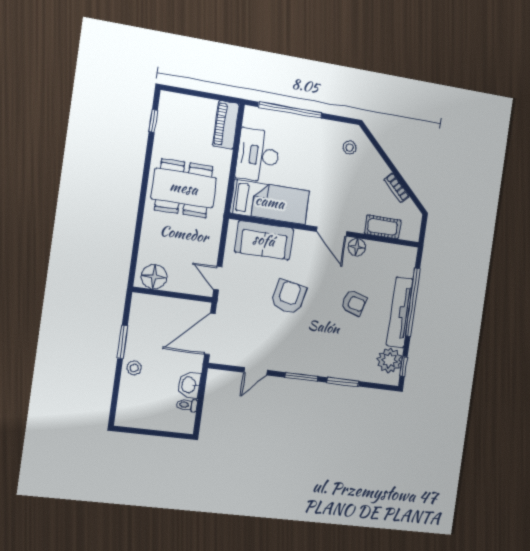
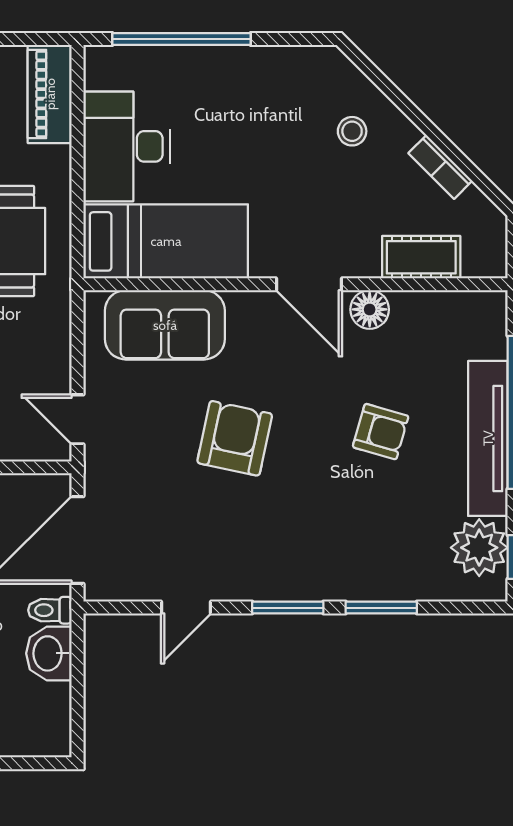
stool: (350, 147) -> (352, 131), moved
toilet: (187, 405) -> (50, 610), moved

